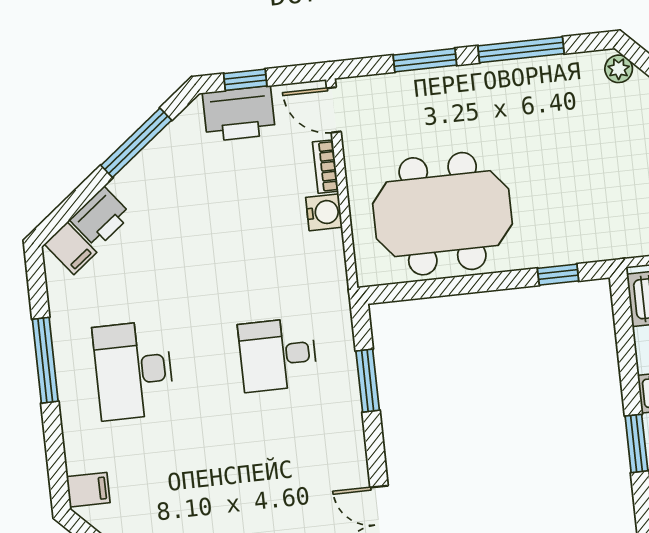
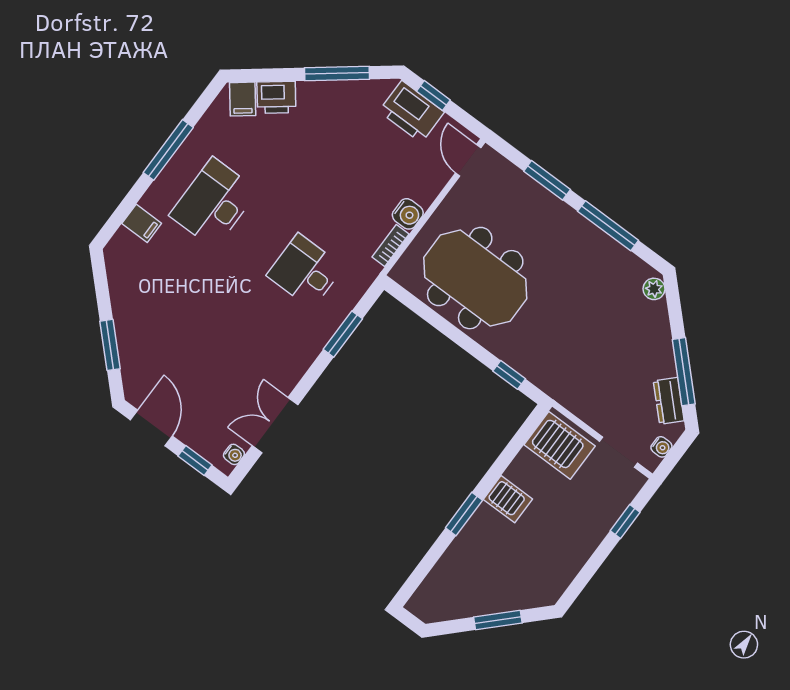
bookcase: (326, 167) -> (391, 245), moved
filing cabinet: (88, 490) -> (142, 223), moved

